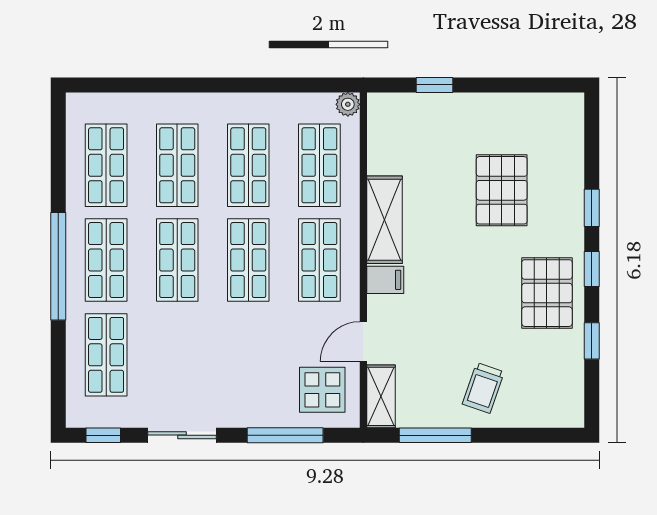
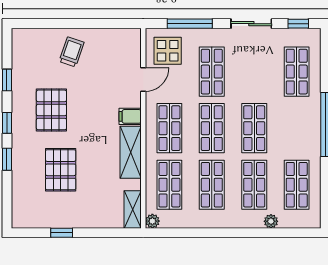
window: (434, 85) -> (62, 233), moved
plant: (149, 104) -> (271, 221), added
shop shelf: (106, 260) -> (212, 72), moved
pallet: (547, 293) -> (51, 110), moved
shelving: (381, 396) -> (133, 209), moved
window: (435, 435) -> (100, 24), removed

